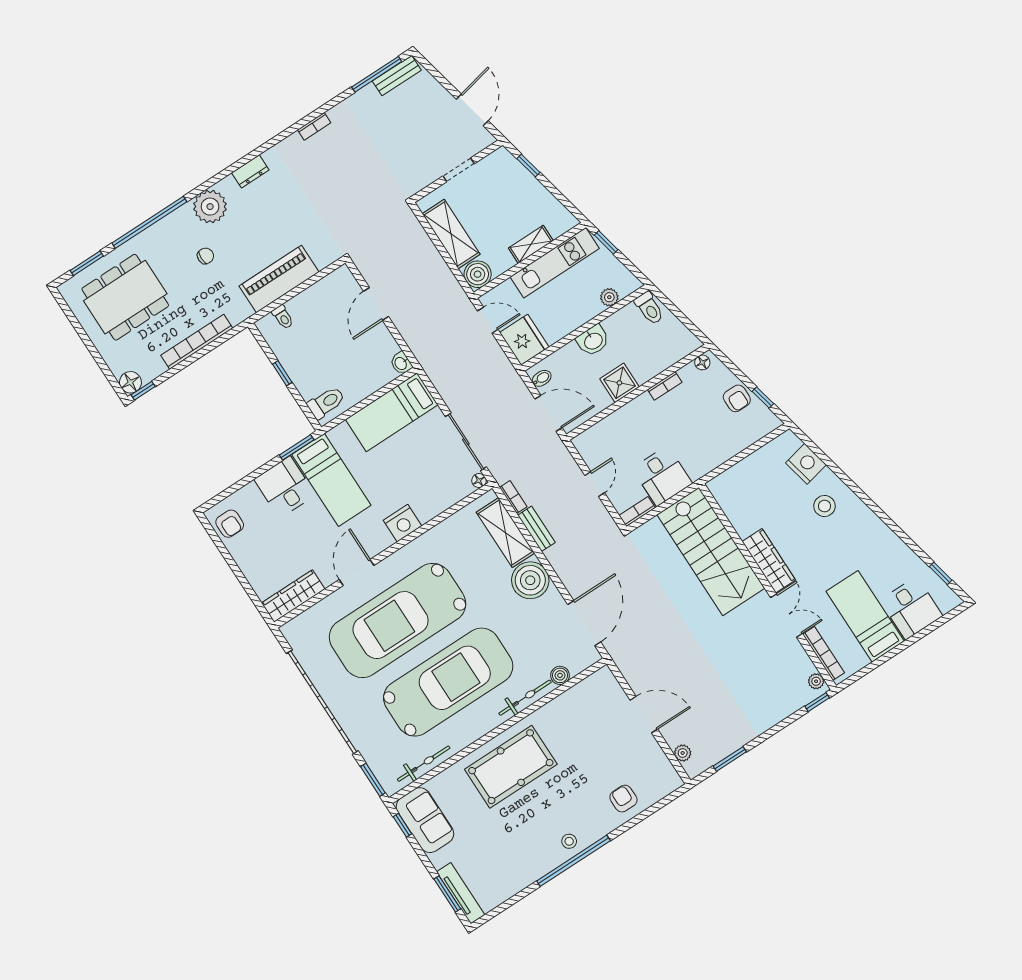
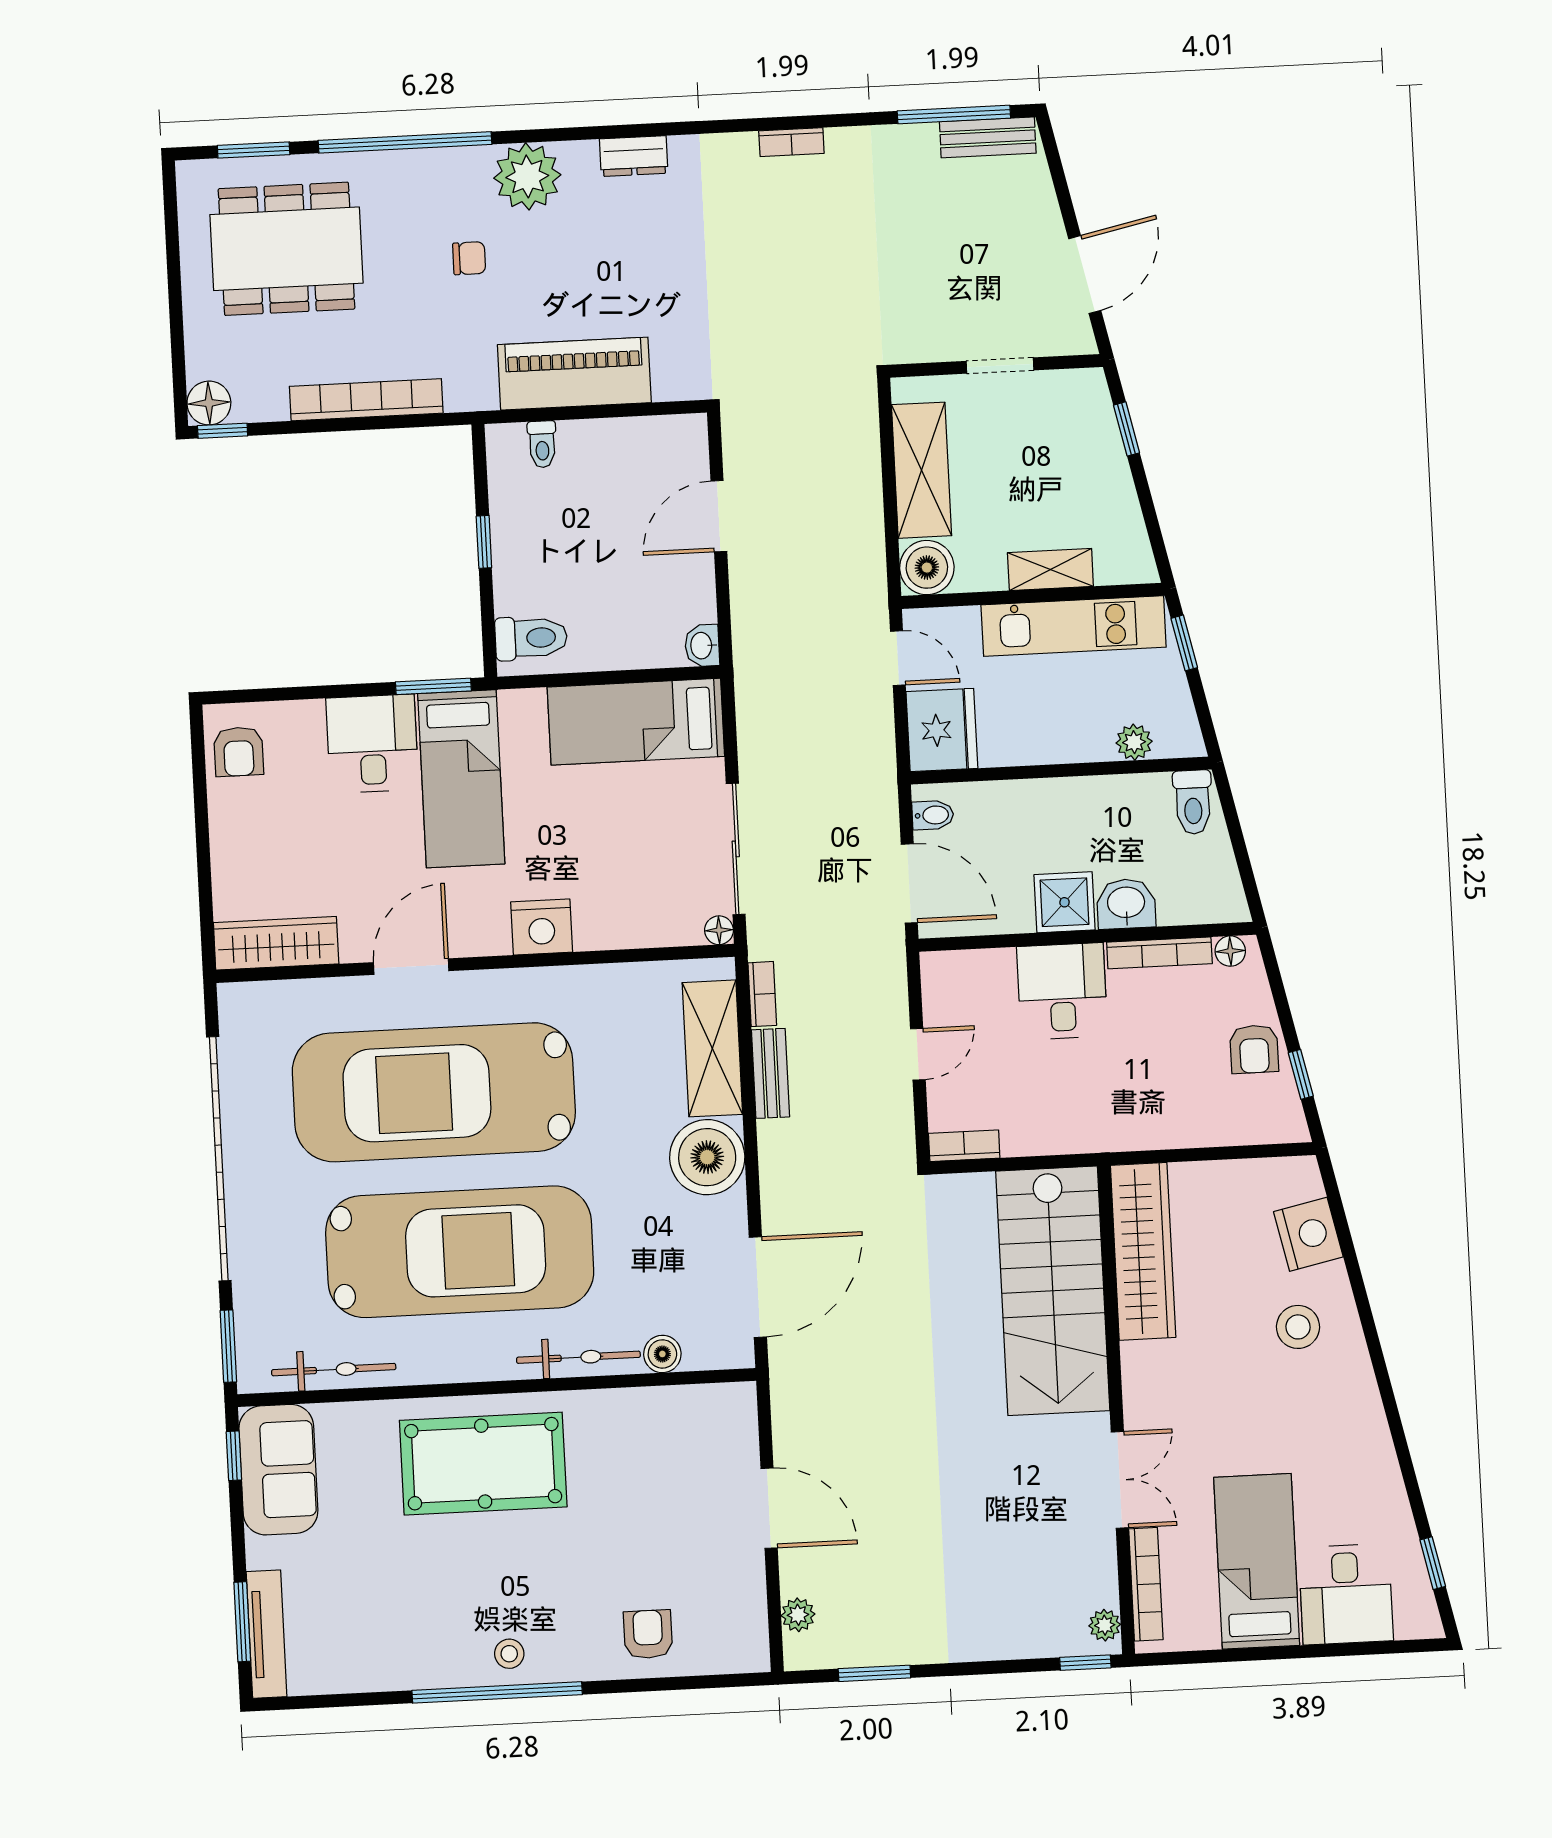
washbasin: (593, 341) -> (1126, 904), moved, turned 180
bookcase: (665, 386) -> (1159, 953), width x1.56
desk: (662, 476) -> (1062, 991), moved, turned 180
wardrobe: (769, 561) -> (1143, 1251), moved, width x1.40, depth x1.17

